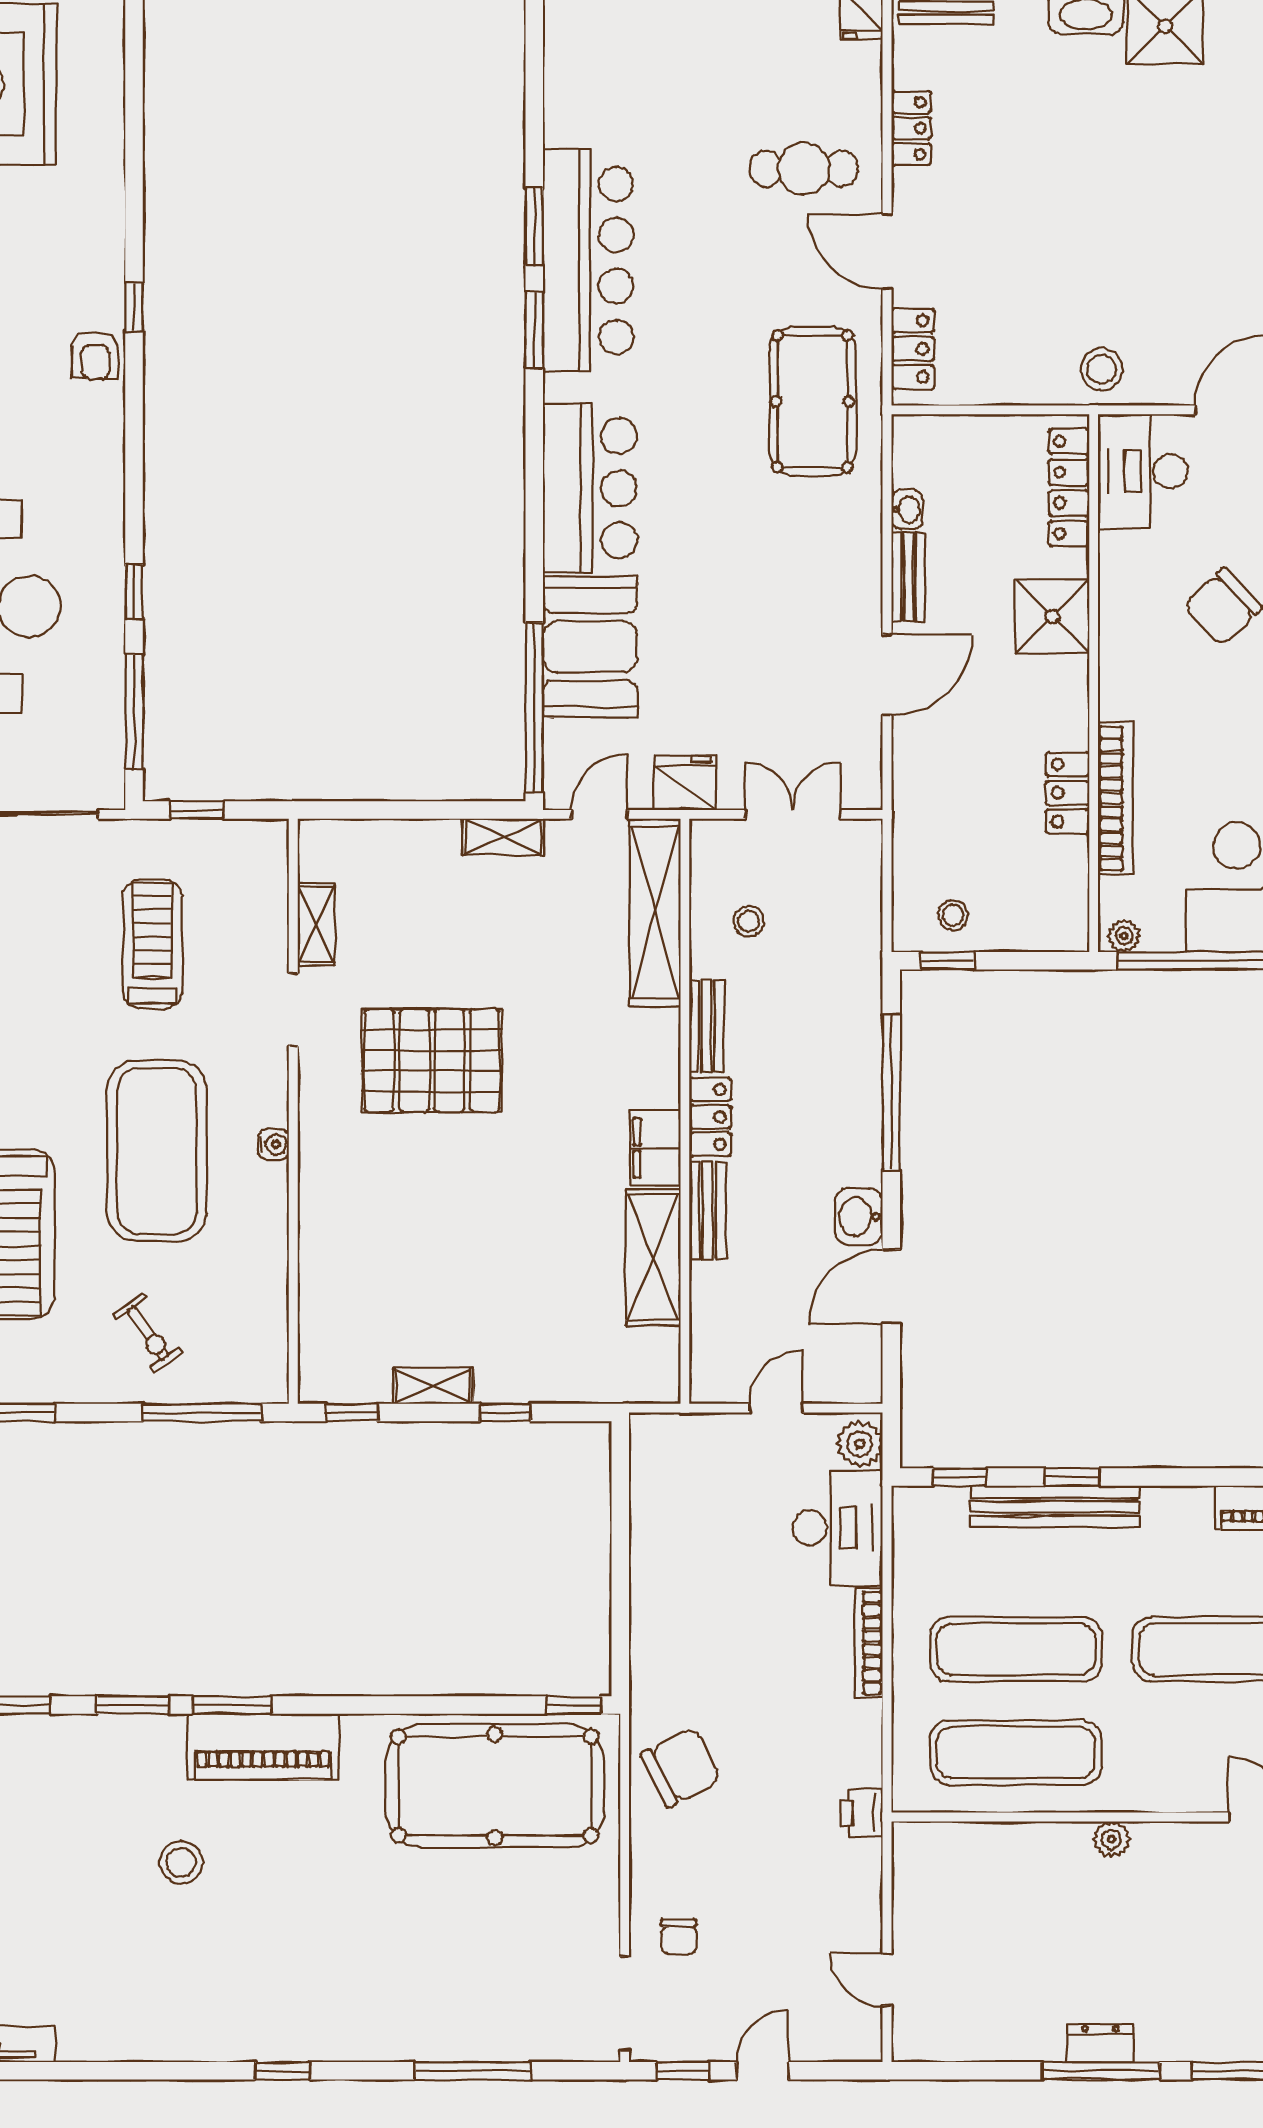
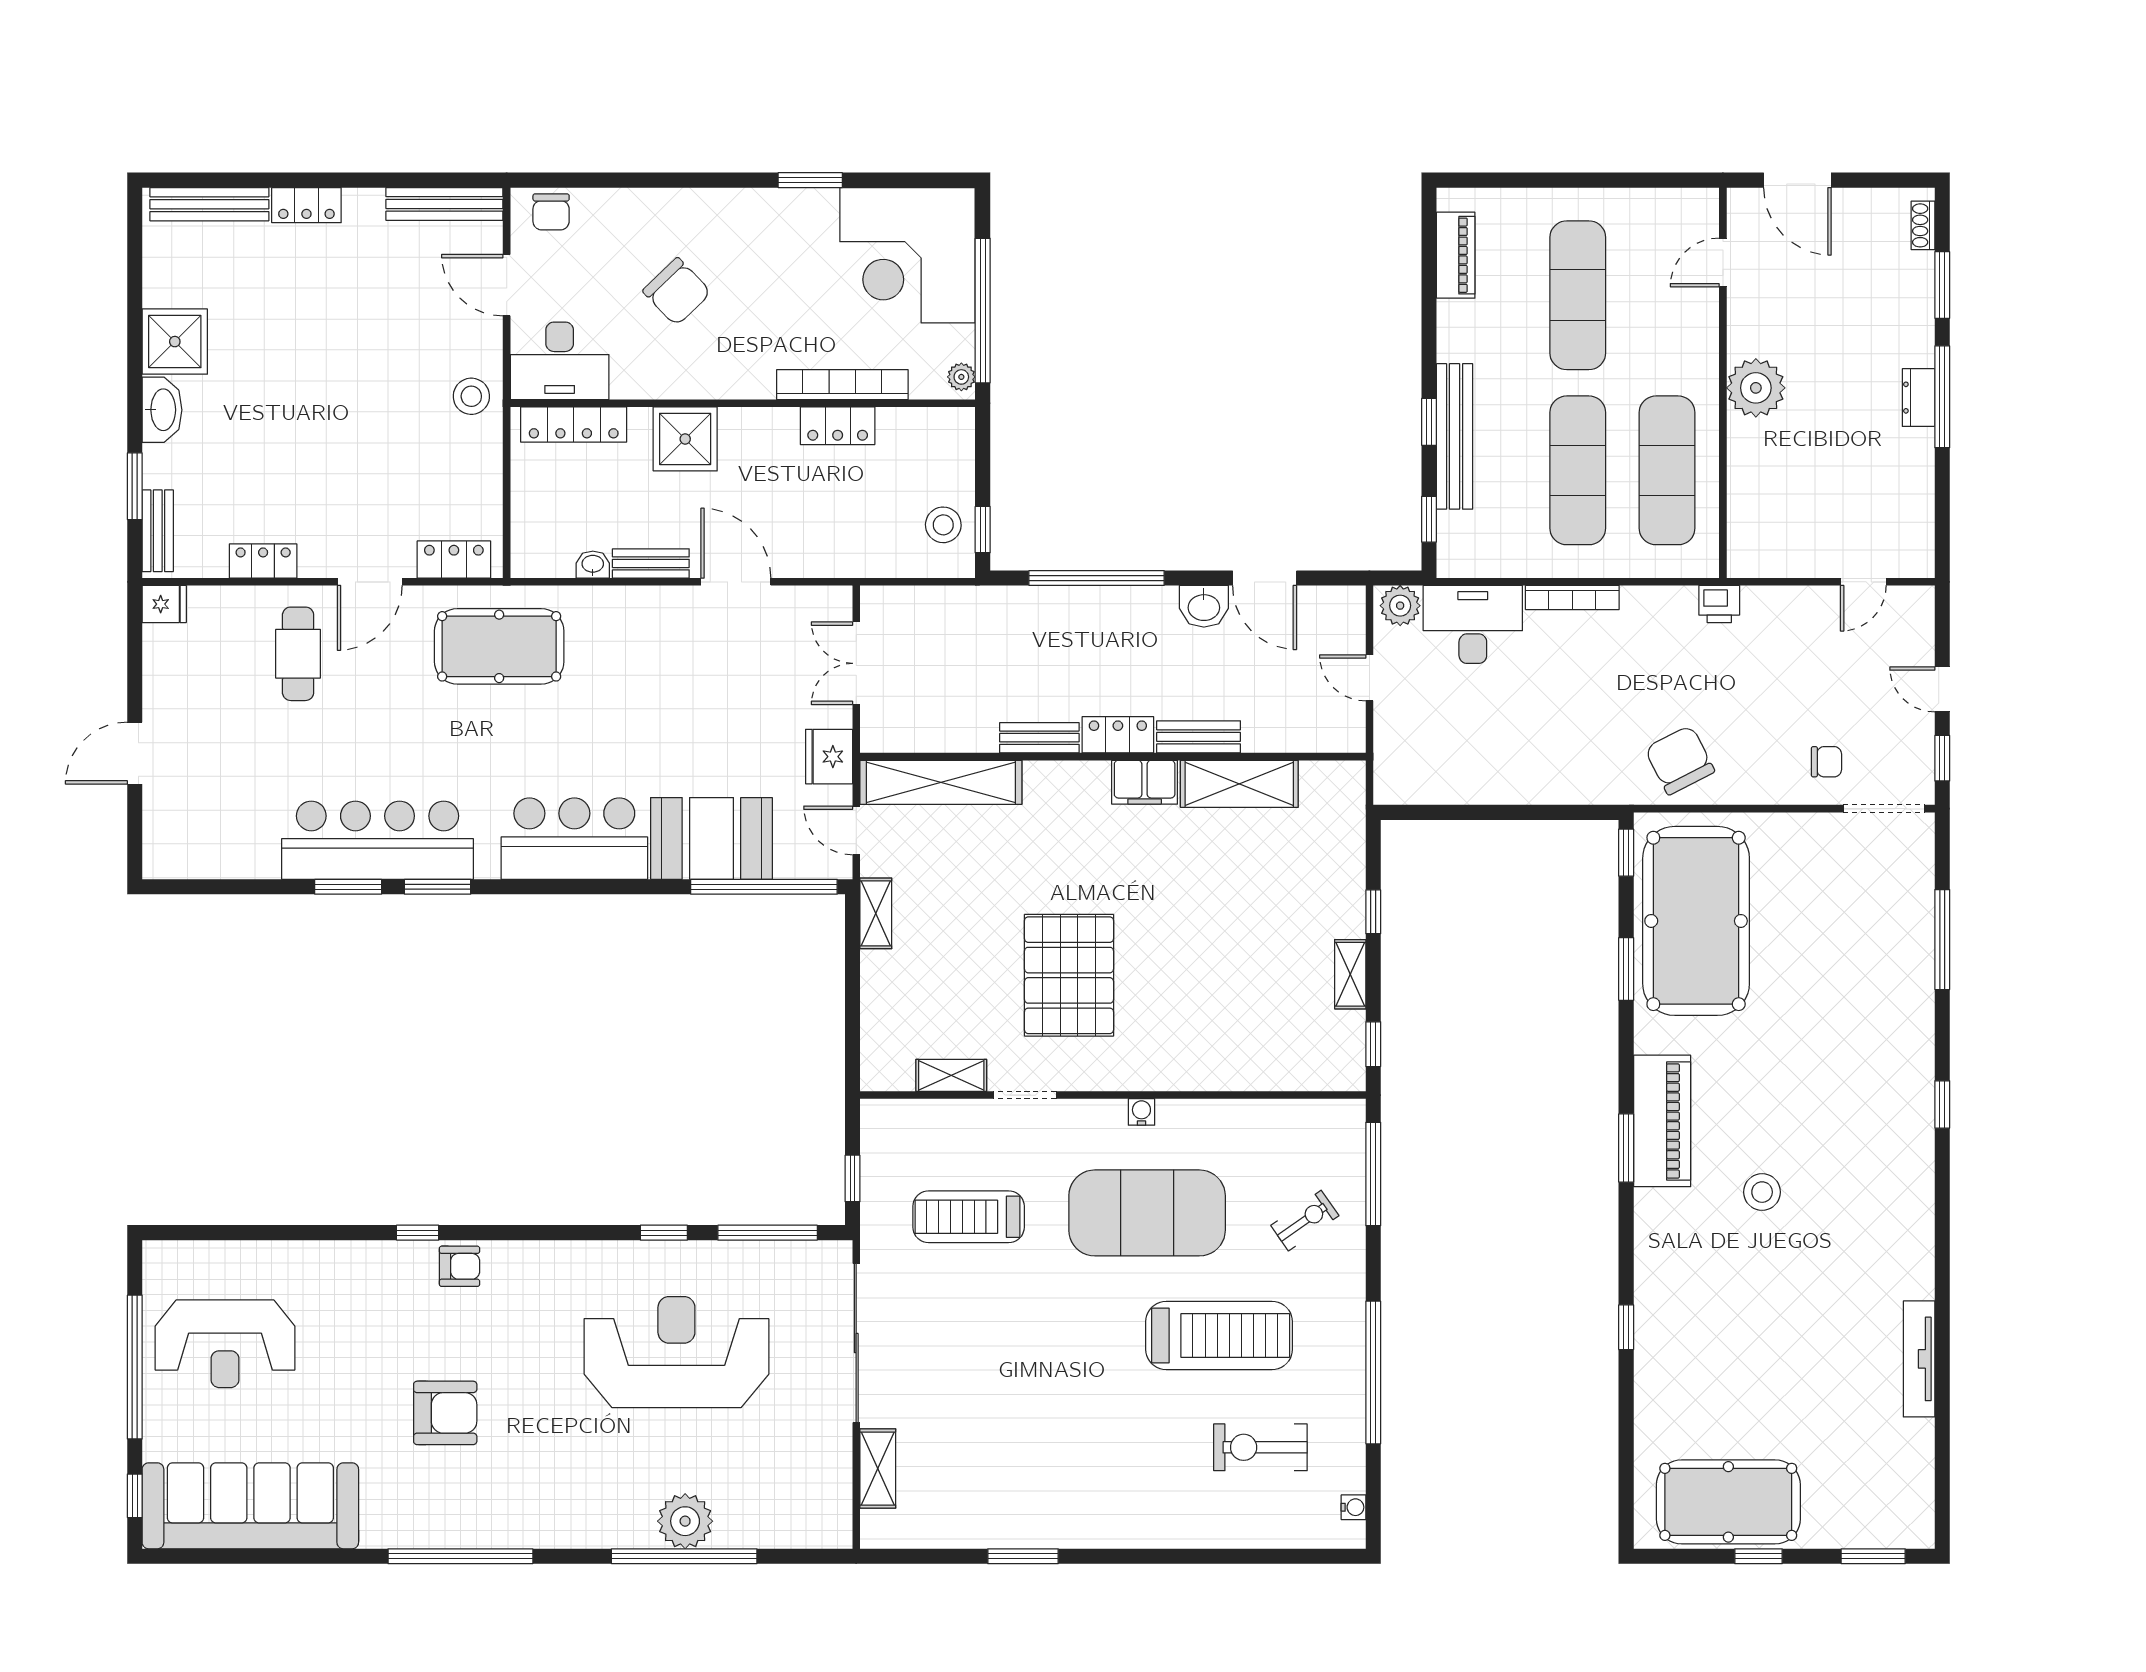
stool: (953, 915) -> (943, 525), width x1.37, depth x1.37
stool: (749, 921) -> (949, 702), removed
window: (133, 1705) -> (1626, 969), moved
plant: (1111, 1839) -> (1756, 388), width x1.87, depth x1.87

